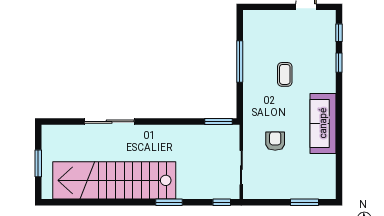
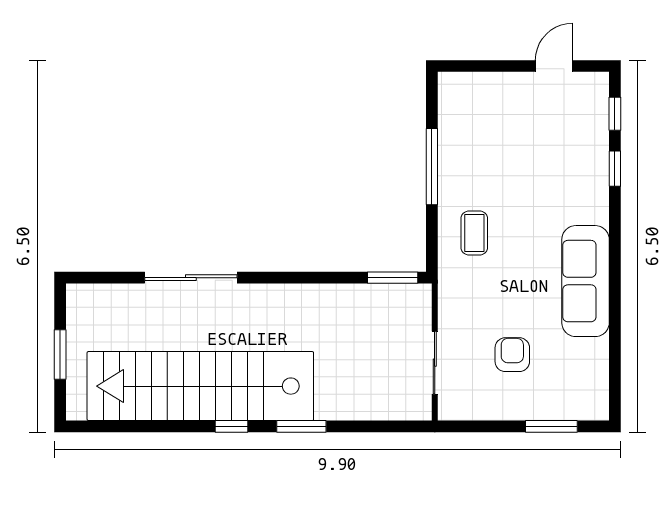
coffee table: (285, 74) -> (474, 233), moved
armchair: (275, 141) -> (512, 355), moved
window: (222, 202) -> (232, 426), moved

